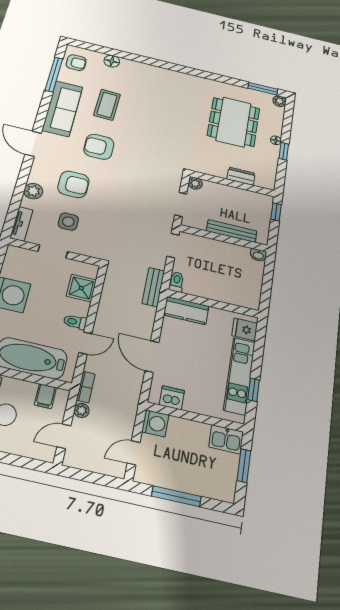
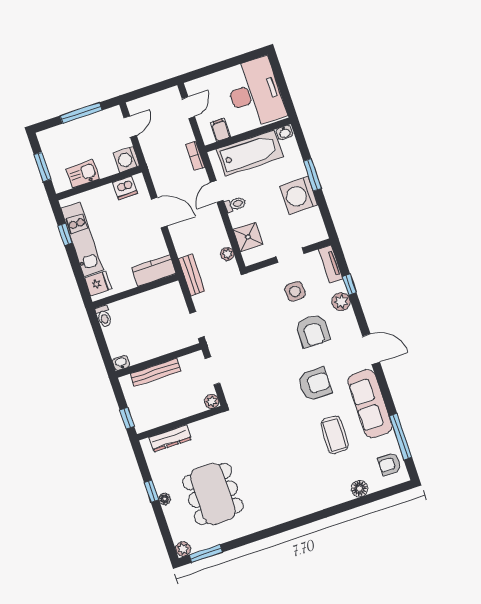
dresser: (241, 176) -> (170, 438), width x1.44
armchair: (73, 184) -> (313, 331), turned -90
window: (17, 199) -> (349, 285), added
toilet: (176, 282) -> (104, 316), moved
plant: (82, 410) -> (227, 254), moved
kitchen sink: (226, 439) -> (83, 174), moved

